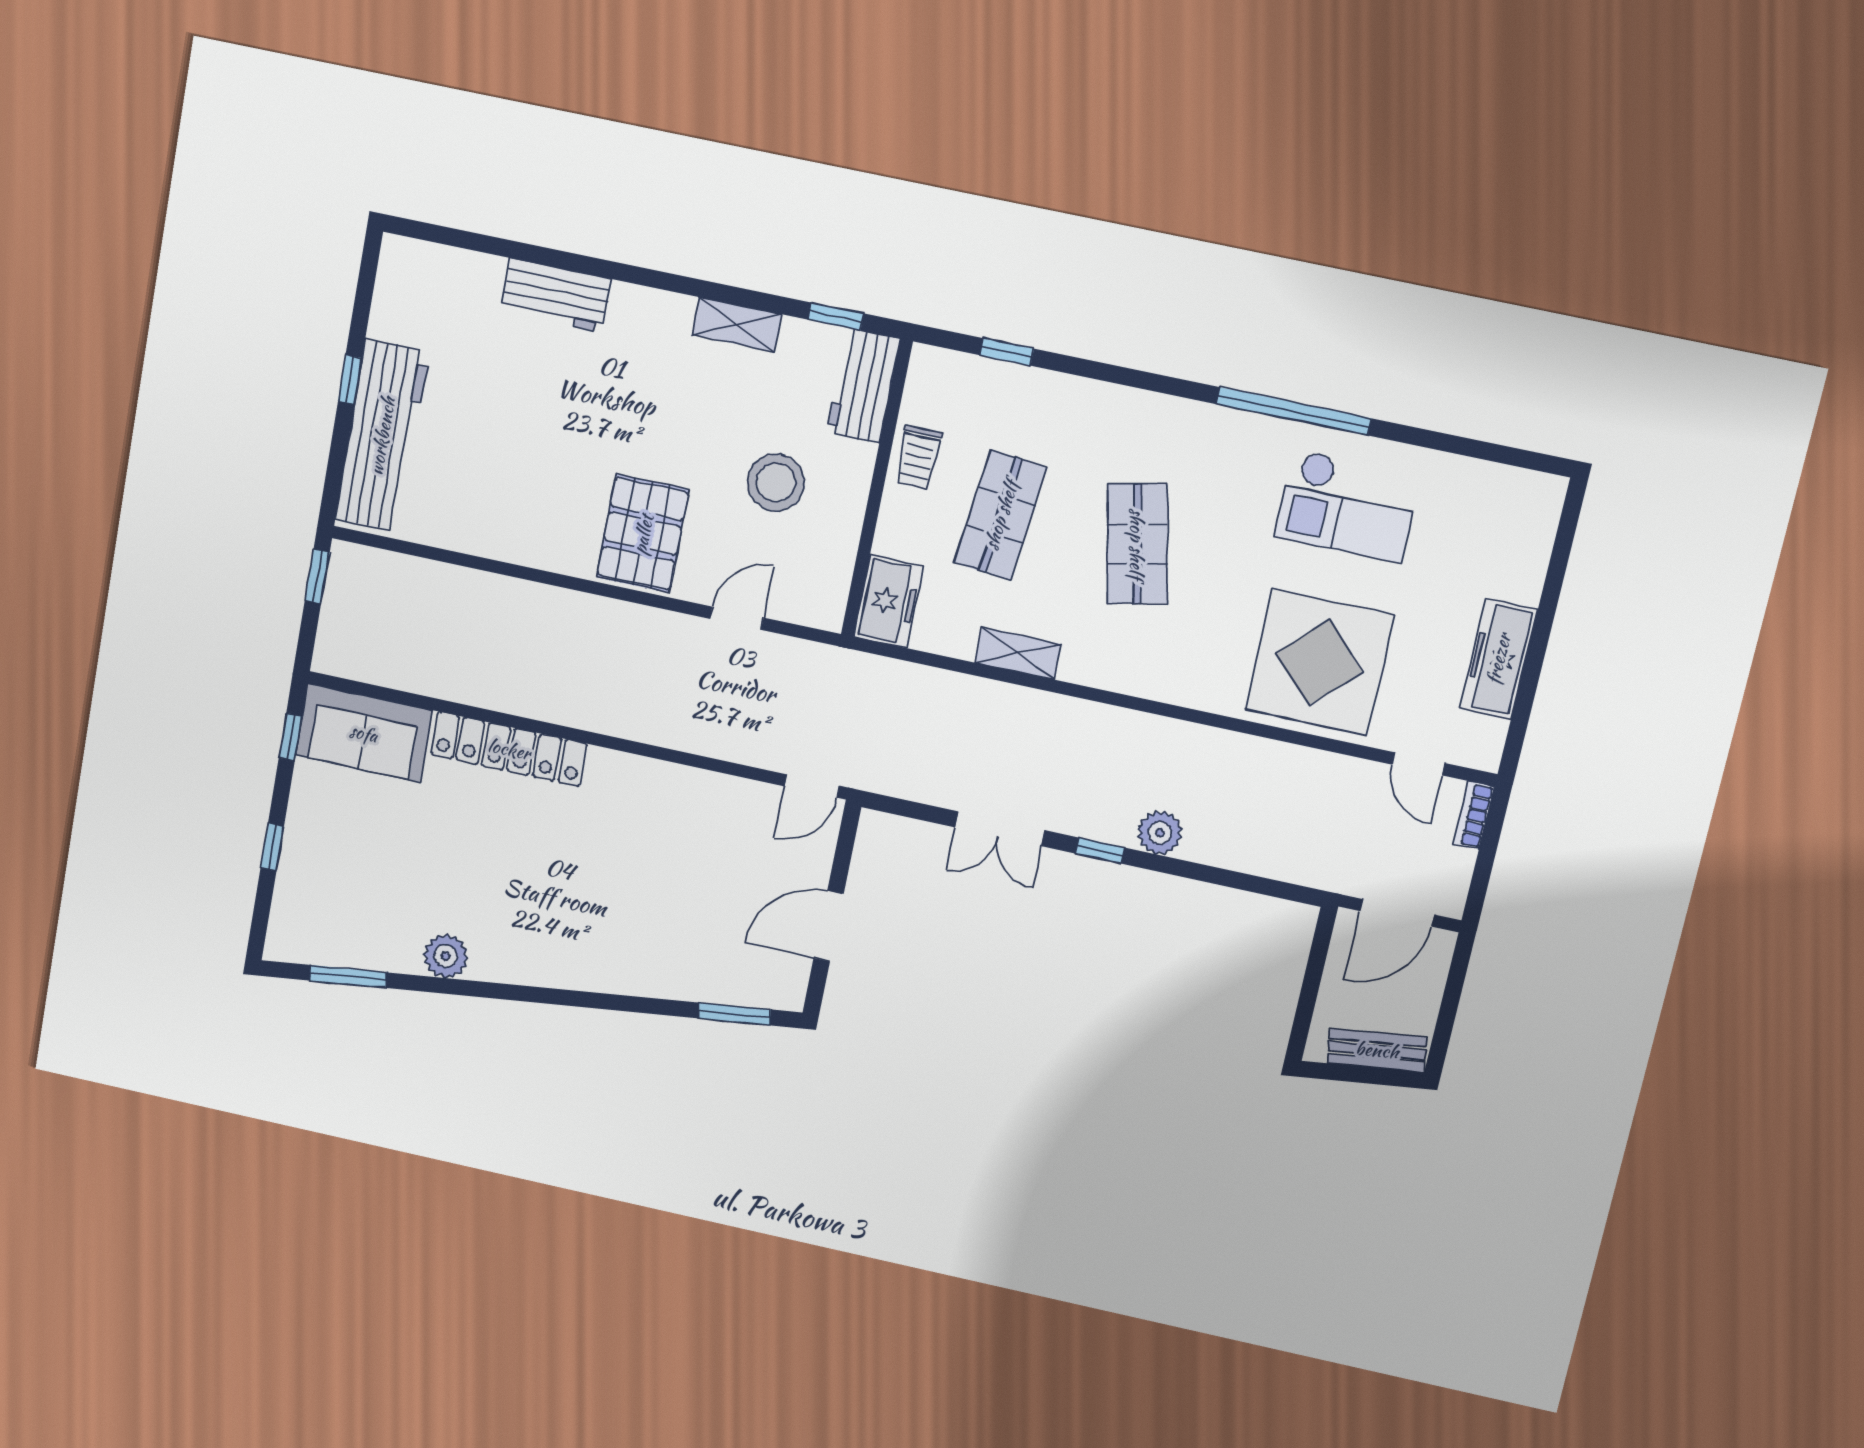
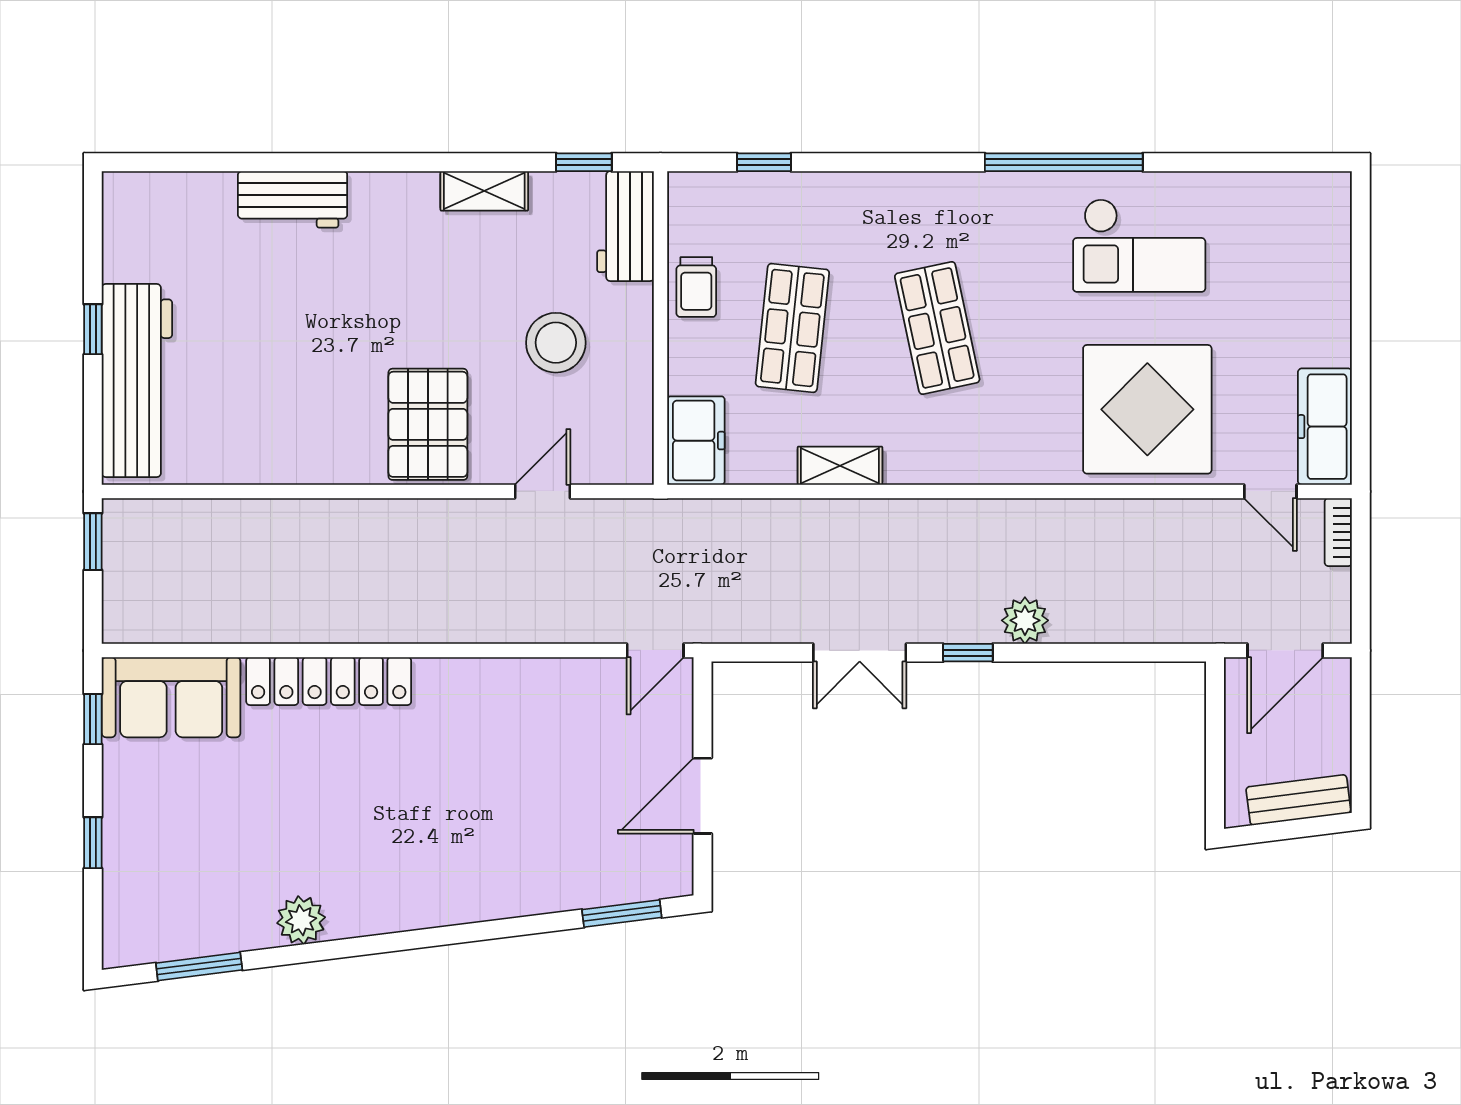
freezer: (1498, 659) -> (1325, 427), moved

